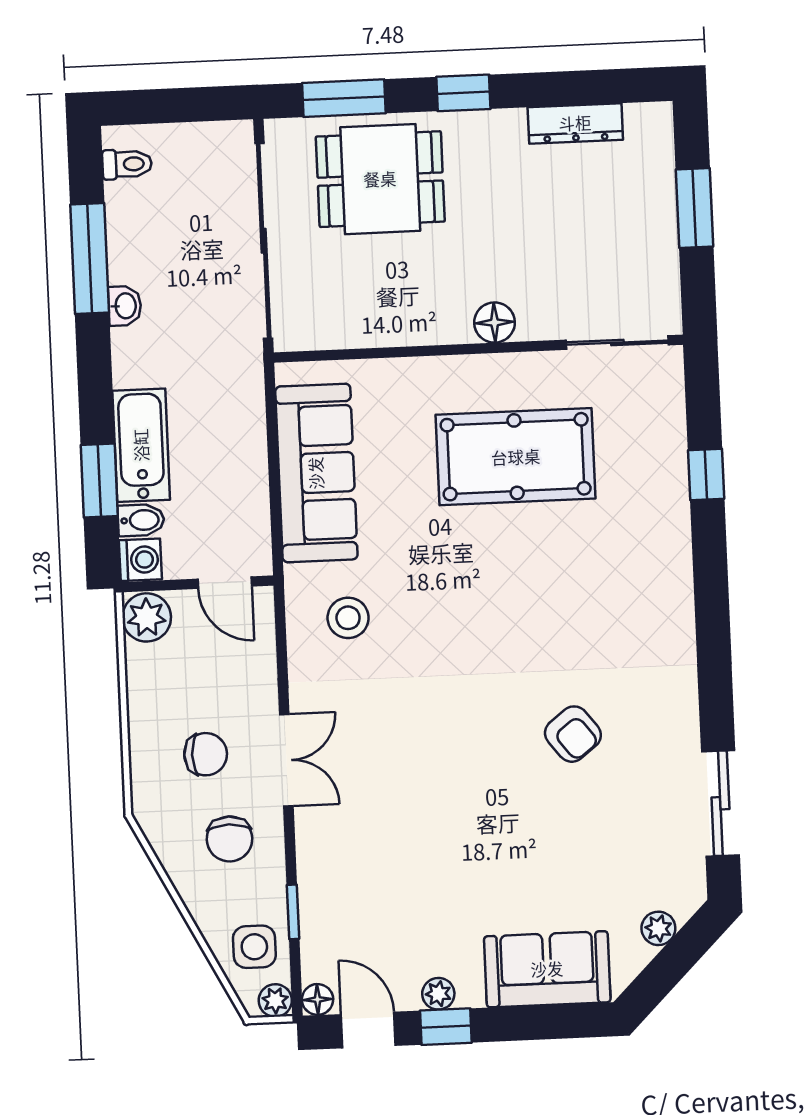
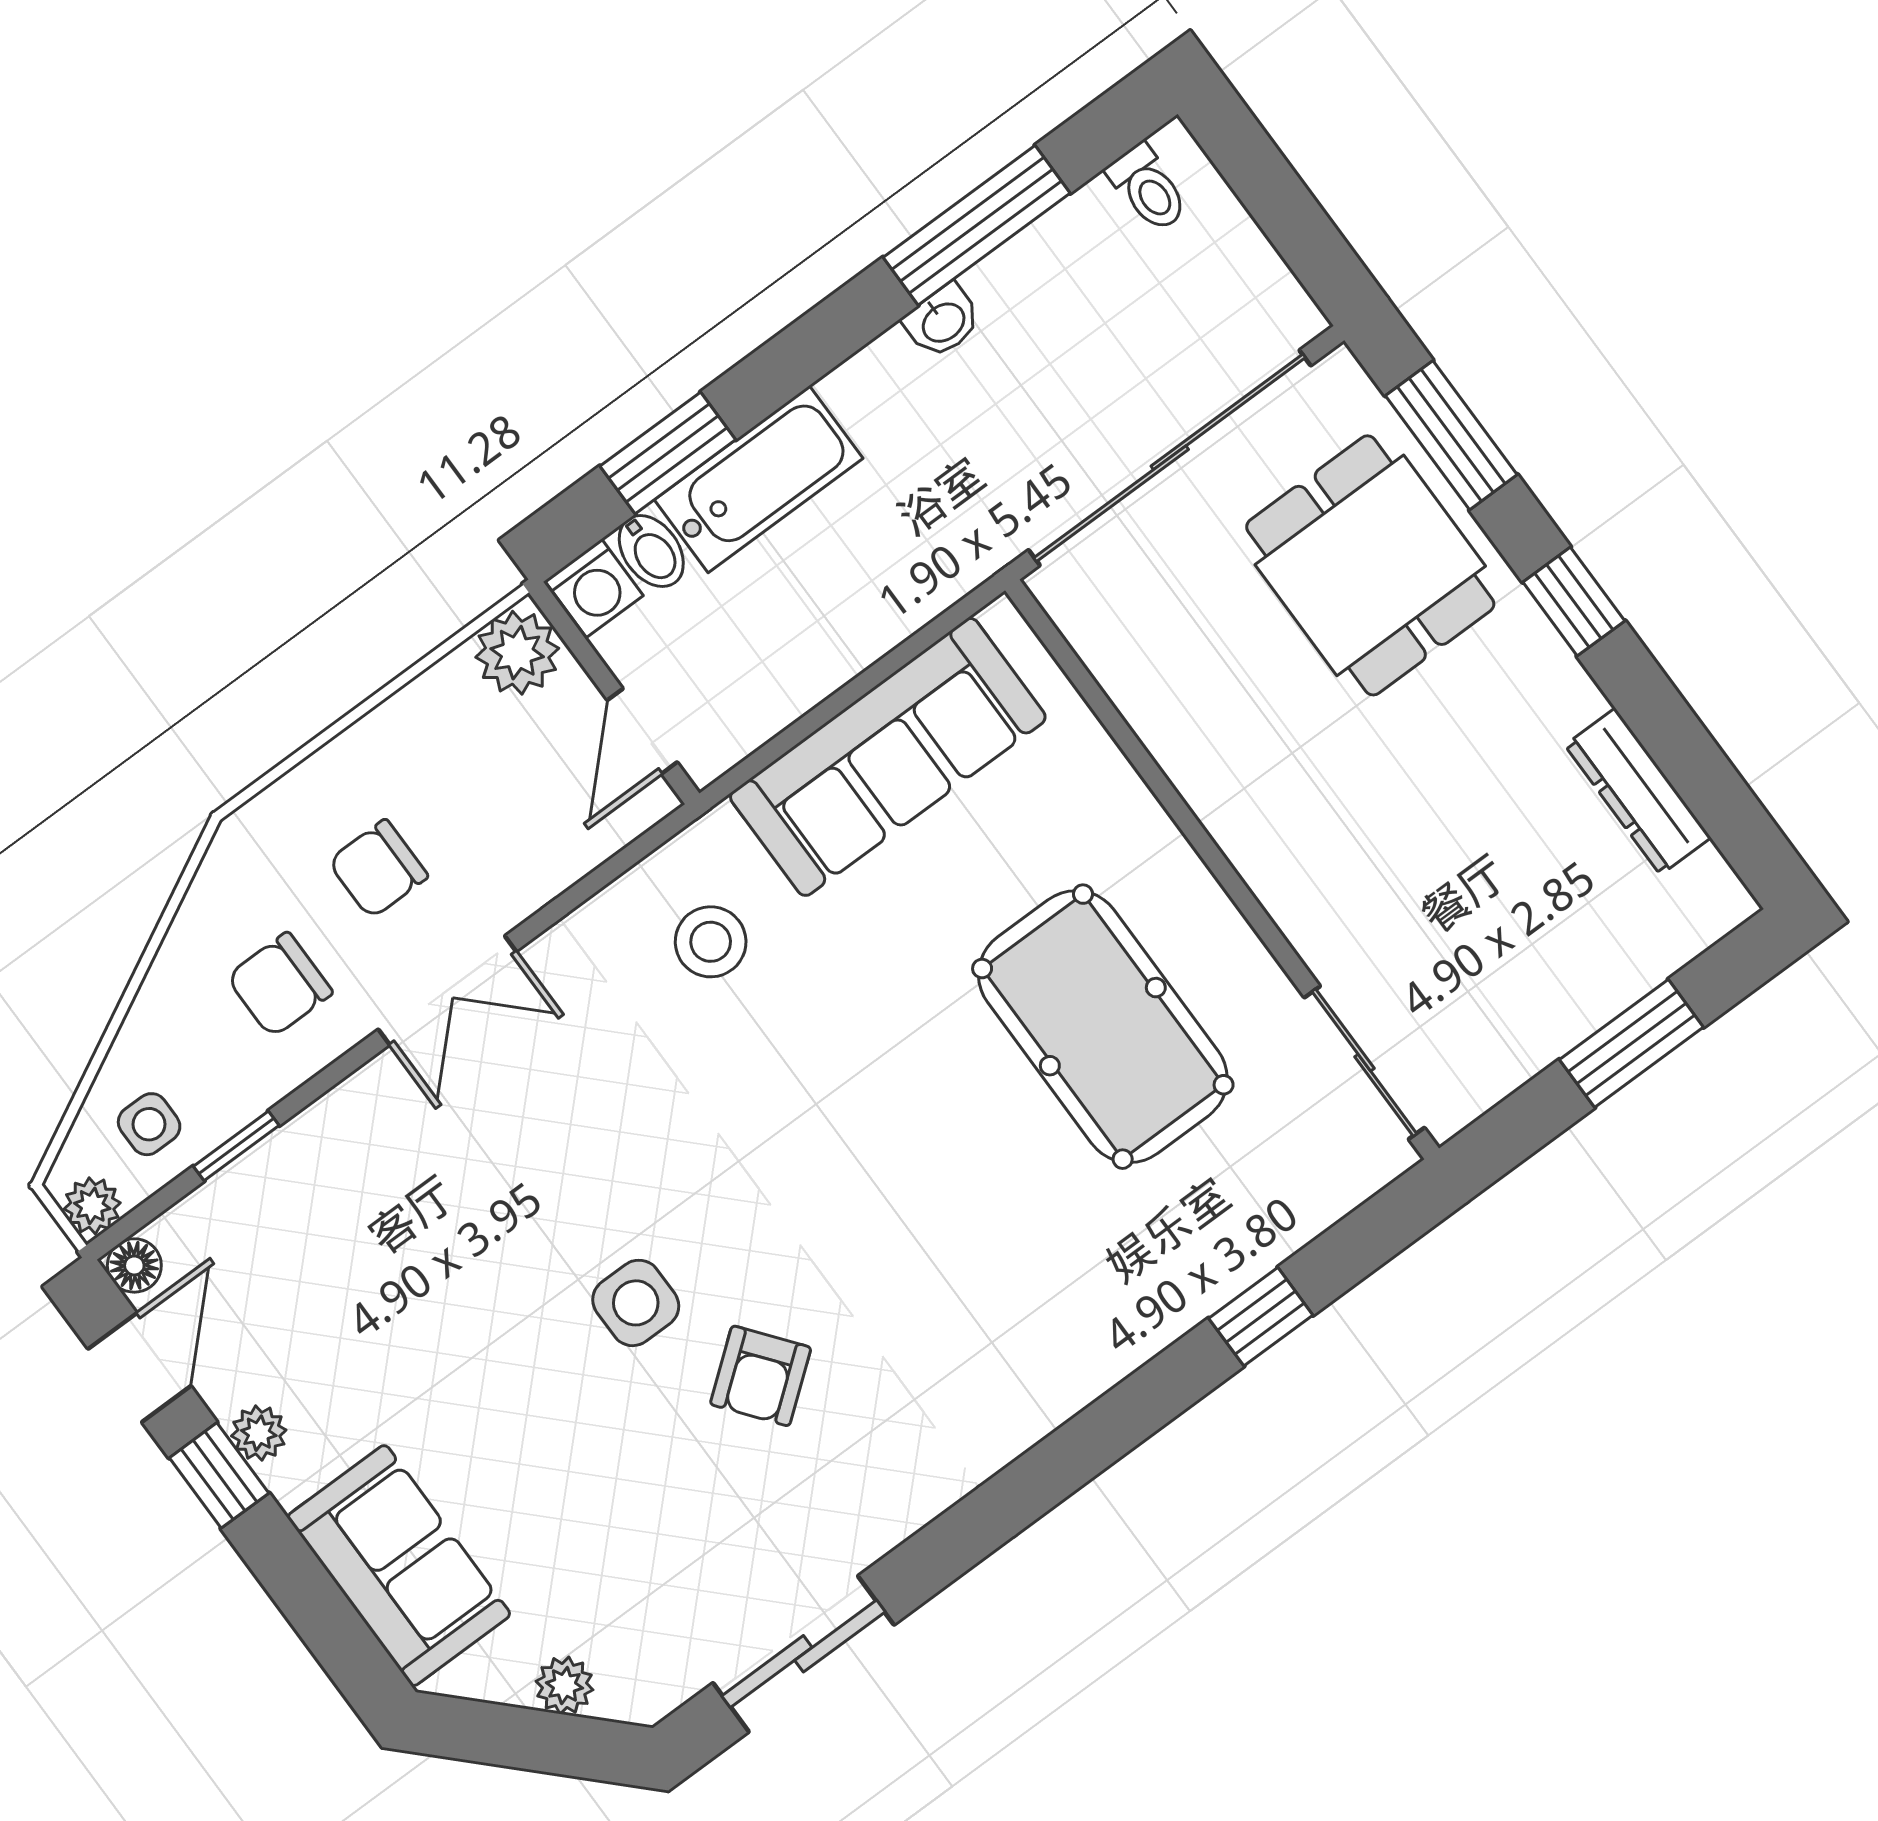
floor lamp: (495, 323) -> (1275, 867), removed
chair: (206, 754) -> (378, 869), turned 90
side table: (498, 770) -> (636, 1303), added
side table: (254, 947) -> (149, 1124), width x0.73, depth x0.73

